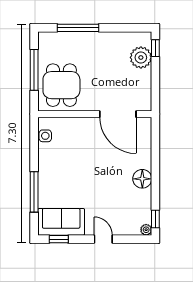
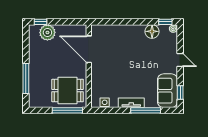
window: (34, 70) -> (67, 110), moved
door: (118, 114) -> (89, 49), swing flipped
tv unit: (45, 172) -> (131, 103), added
floor lamp: (142, 179) -> (152, 31), moved
door: (103, 239) -> (180, 60), swing flipped

